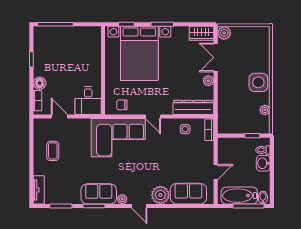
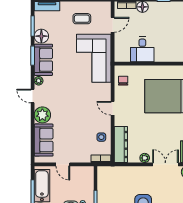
desk: (88, 101) -> (142, 49), moved, turned -90
door: (153, 116) -> (113, 108), hinge flipped
corner sofa: (118, 138) -> (94, 58), moved
floor lamp: (72, 196) -> (41, 36), added
door: (139, 206) -> (33, 96), hinge flipped

